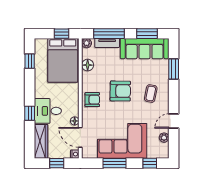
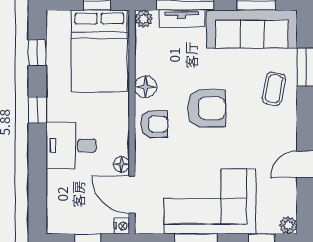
floor lamp: (88, 65) -> (146, 87), moved
coffee table: (151, 93) -> (274, 89), moved
window: (30, 113) -> (37, 110), moved
plant: (164, 138) -> (288, 225), moved
wardrobe: (41, 141) -> (59, 202), removed

